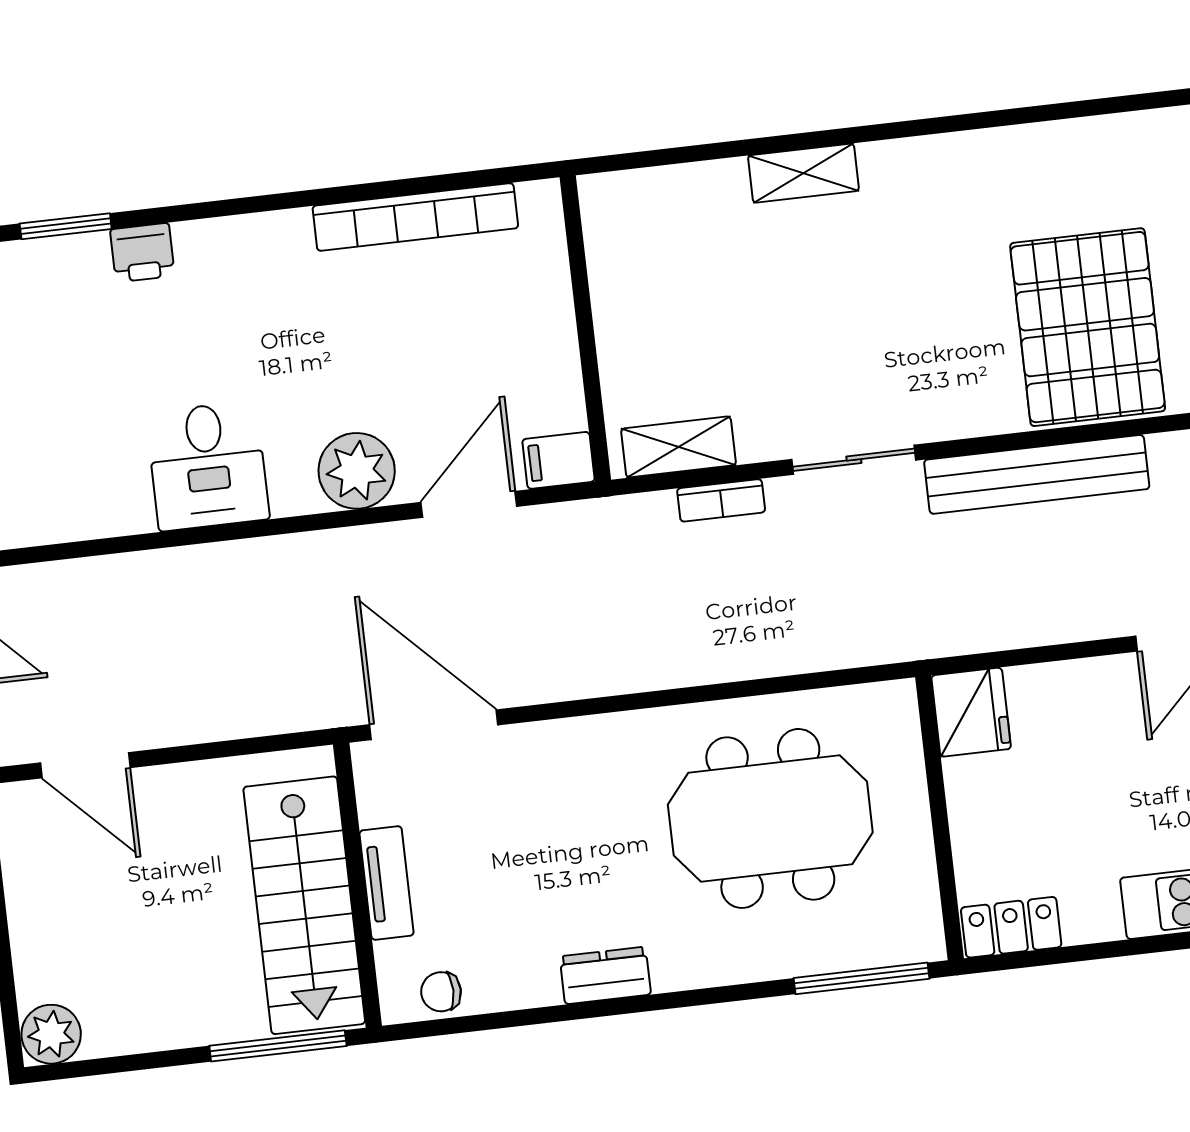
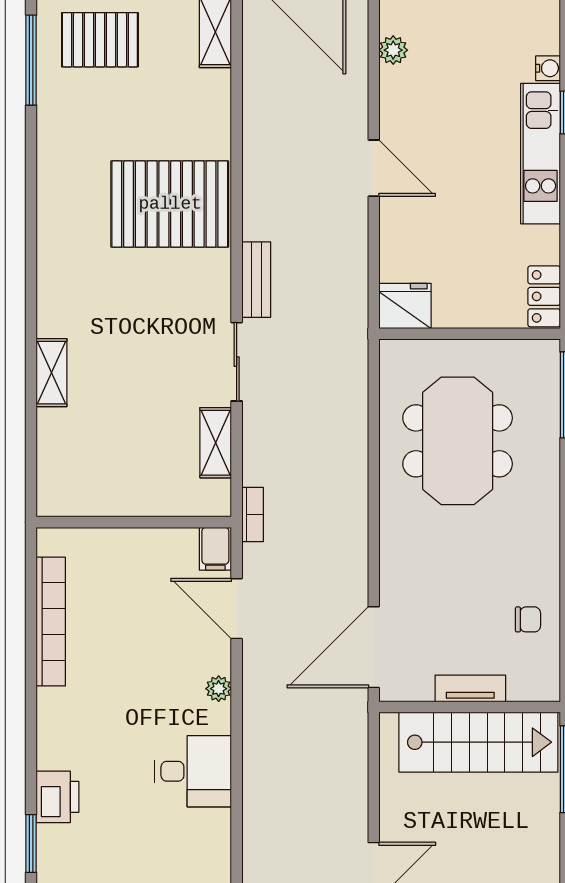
printer: (142, 253) -> (58, 797), width x1.36, depth x1.24
shelving: (678, 447) -> (216, 443), moved
plant: (357, 471) -> (219, 689), width x0.53, depth x0.53
bench: (1037, 474) -> (256, 280), width x0.54, depth x0.82
bookcase: (721, 500) -> (253, 515), moved
dresser: (605, 975) -> (545, 557), removed
chair: (441, 992) -> (528, 619), moved, turned -90

